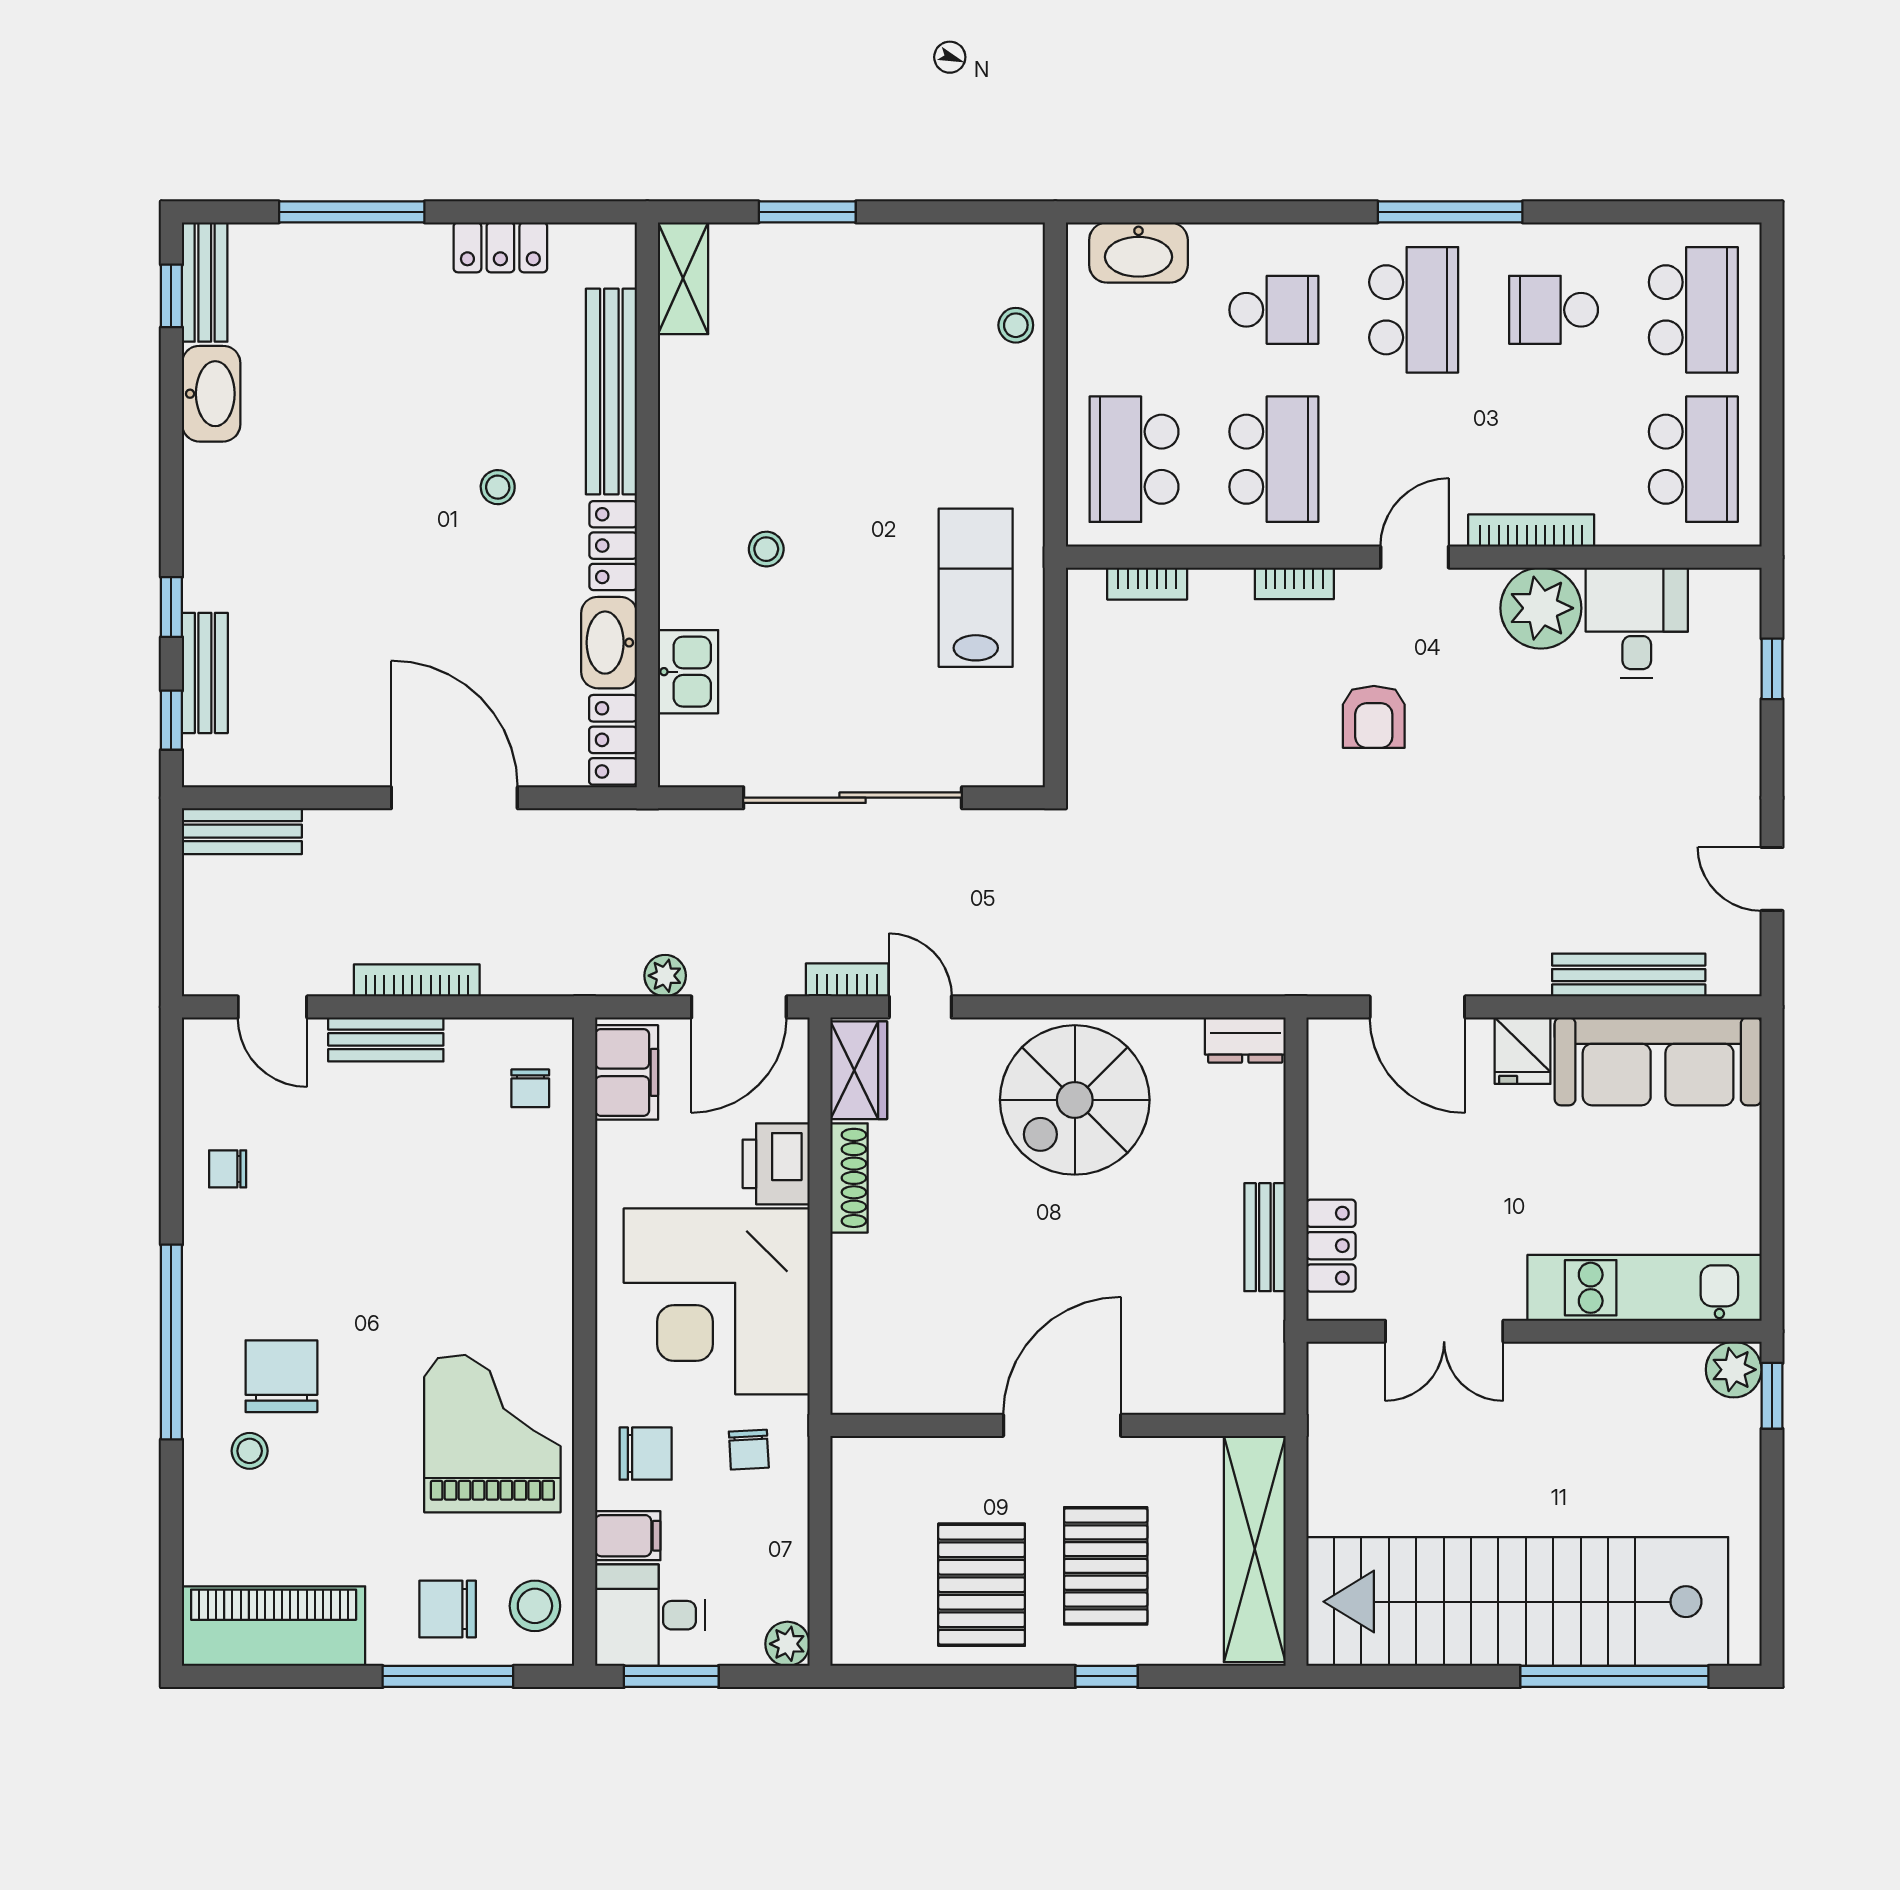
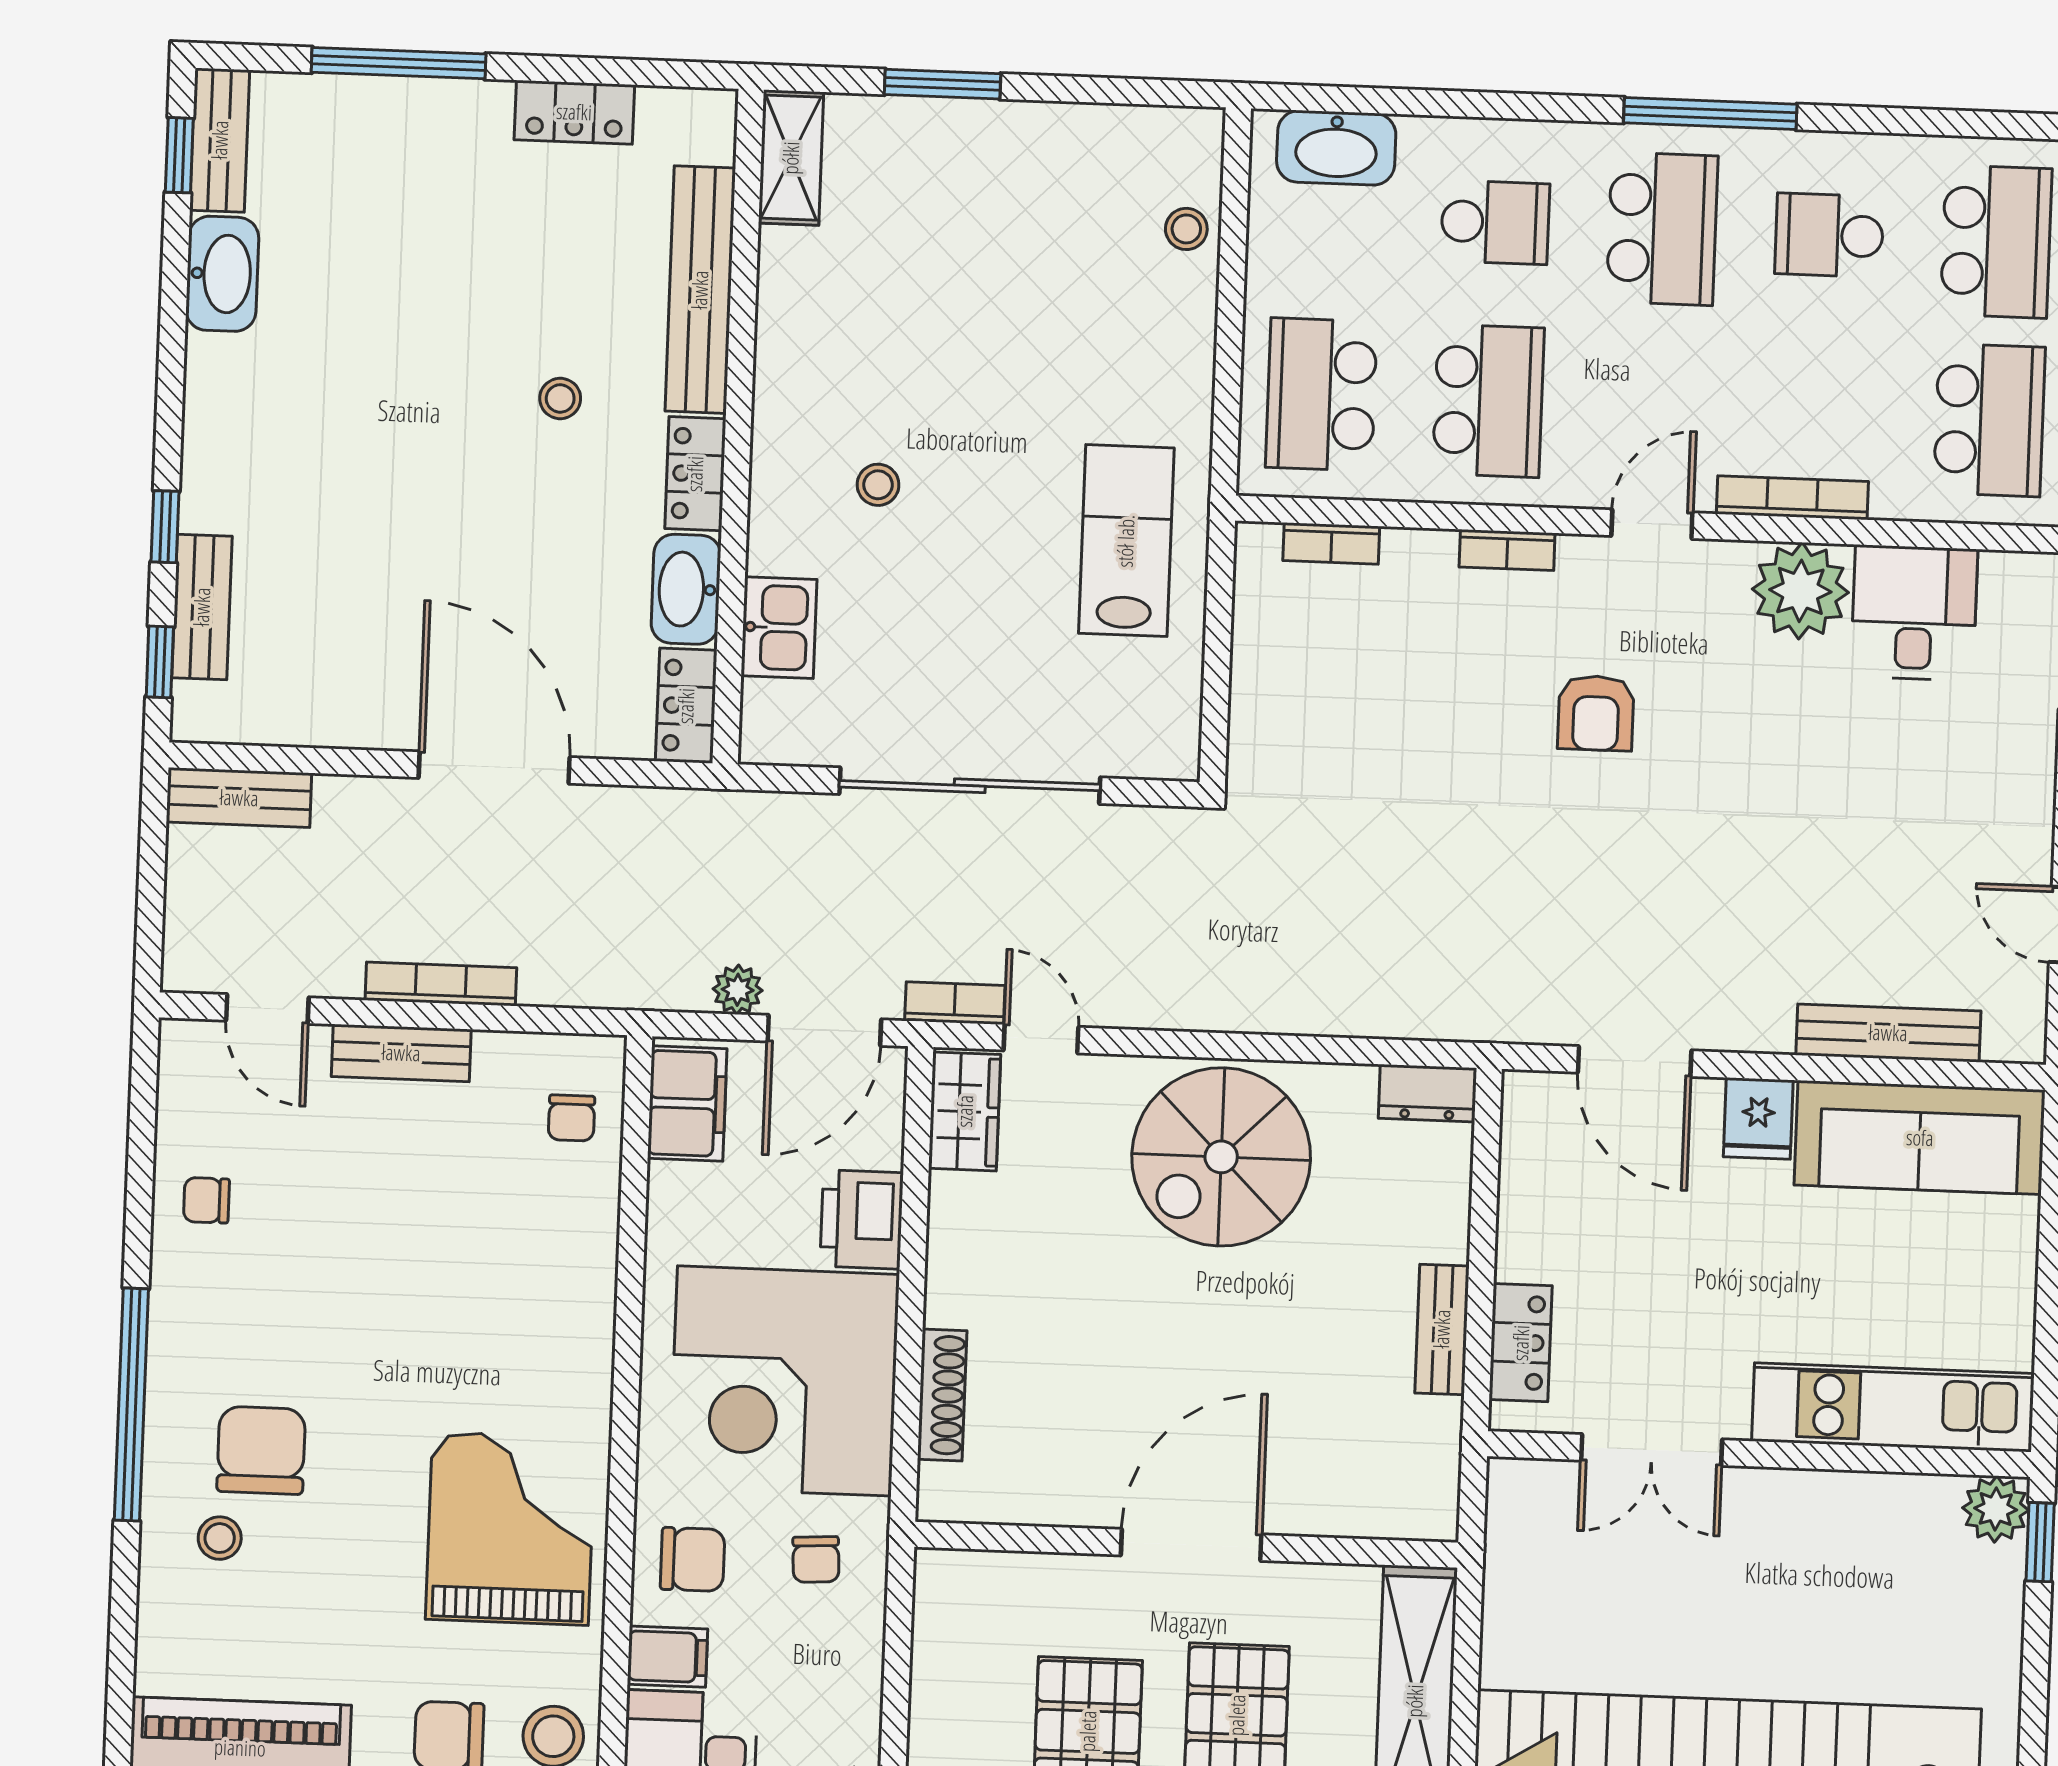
shoe rack: (849, 1178) -> (942, 1395), moved

